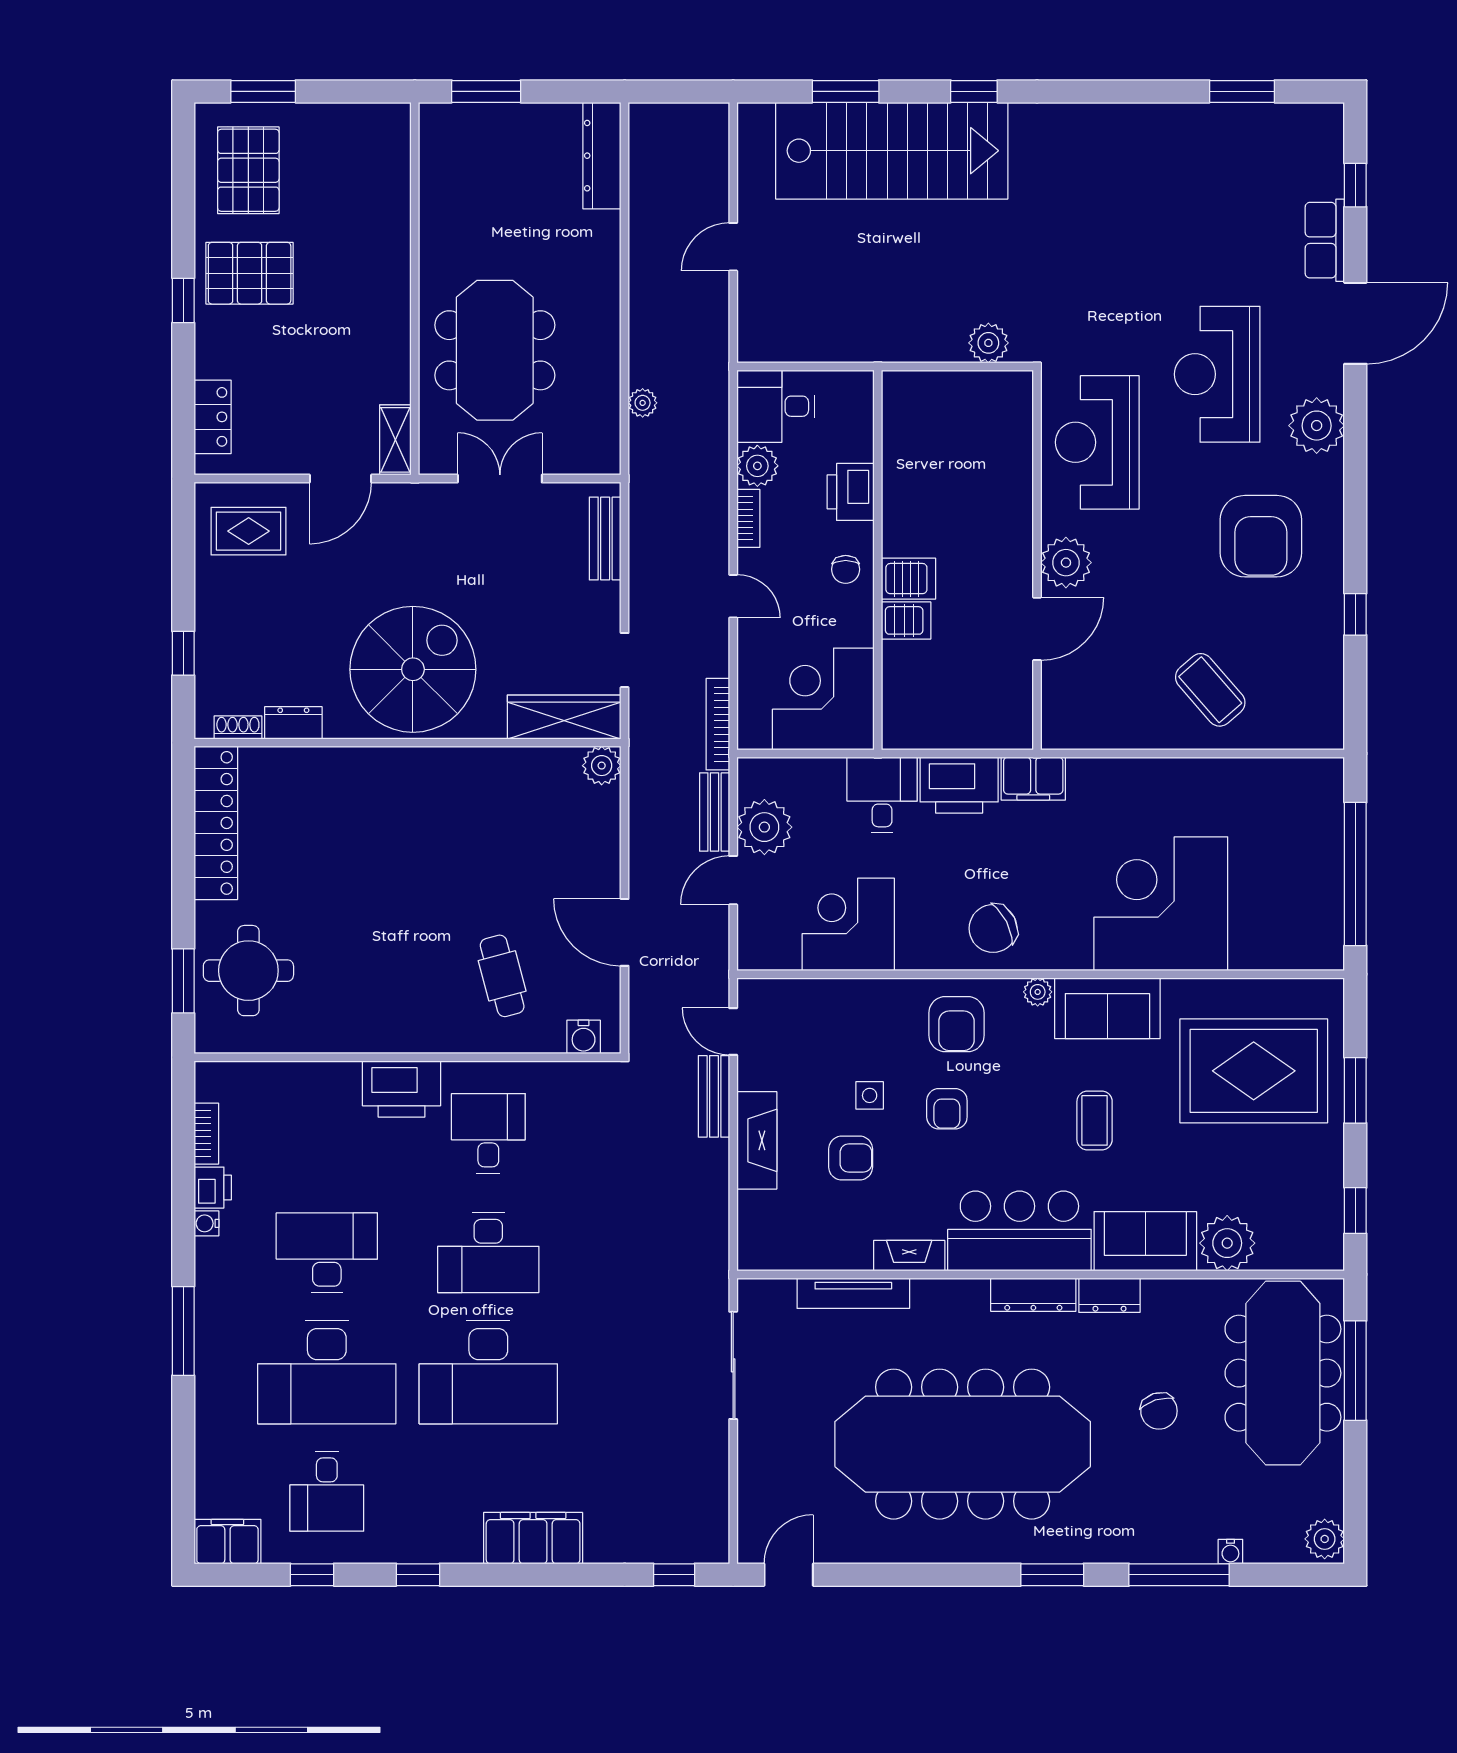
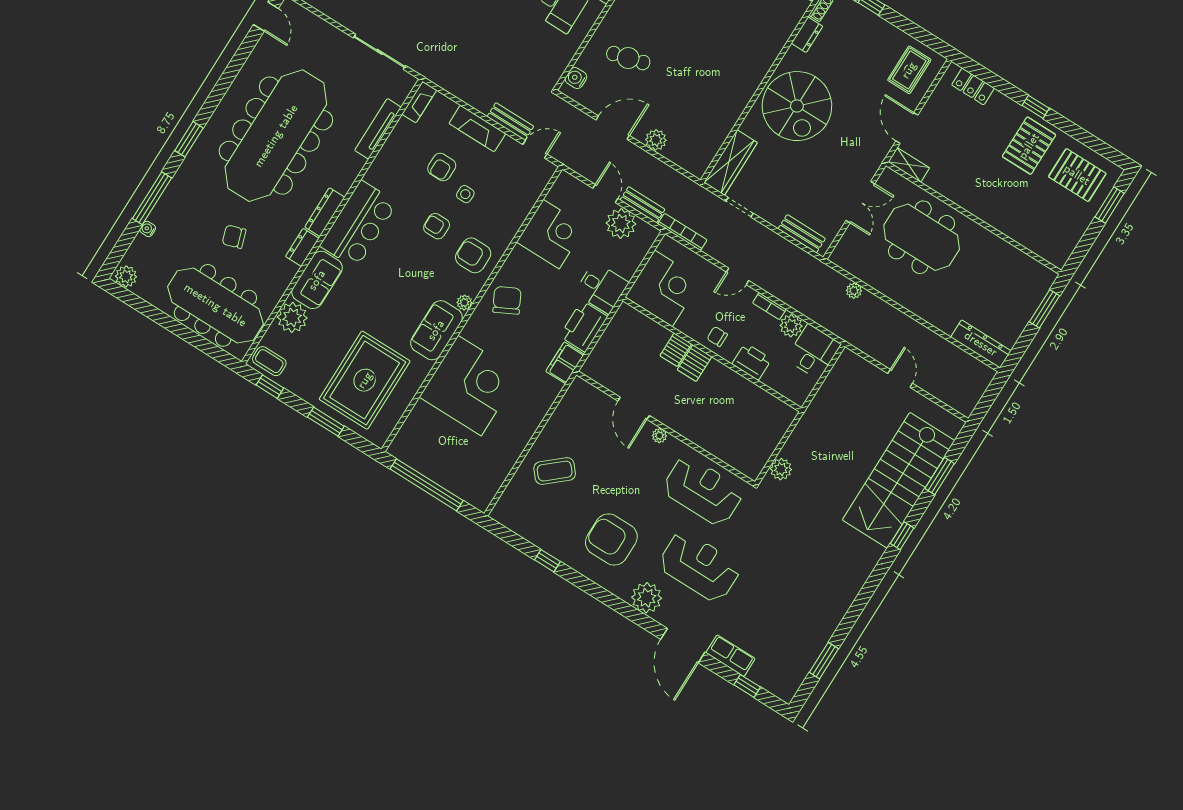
plant: (1066, 563) -> (659, 436), width x0.53, depth x0.53
plant: (602, 766) -> (656, 140), moved
coffee table: (1095, 1120) -> (269, 361), moved
fireplace: (909, 1256) -> (419, 102), moved
window: (1355, 1371) -> (195, 340), removed

